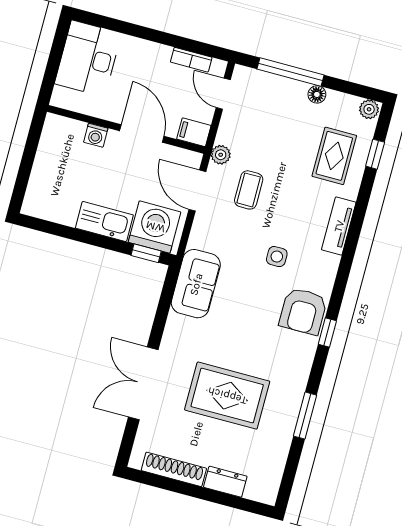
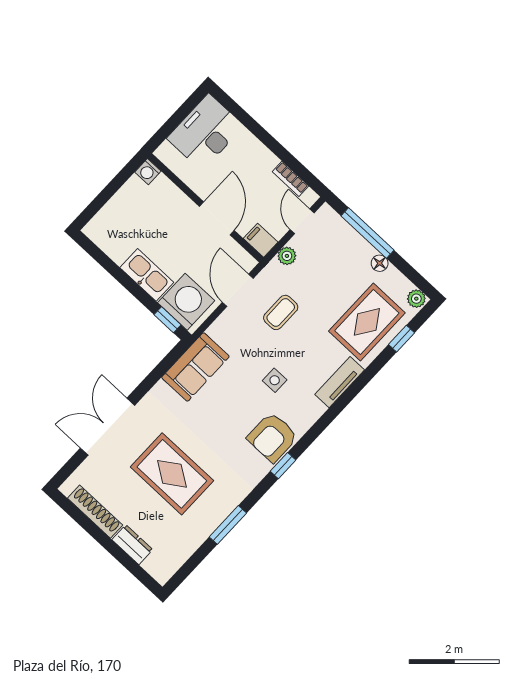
washing machine: (96, 135) -> (148, 172), moved
plant: (221, 155) -> (287, 256), moved
rug: (334, 156) -> (367, 322), width x1.36, depth x1.43

